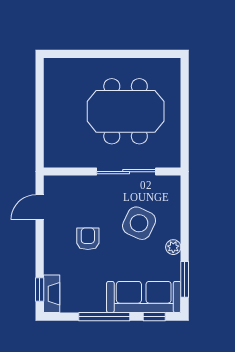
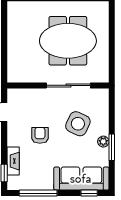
window: (185, 279) -> (112, 147), moved
fireplace: (52, 294) -> (13, 161), moved
window: (104, 317) -> (38, 193), moved

